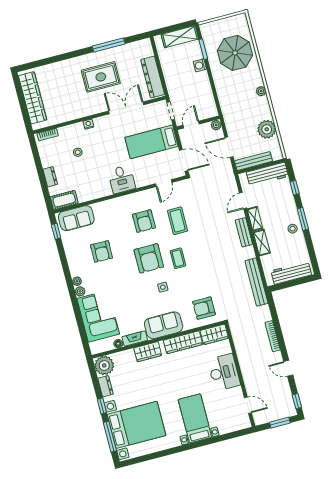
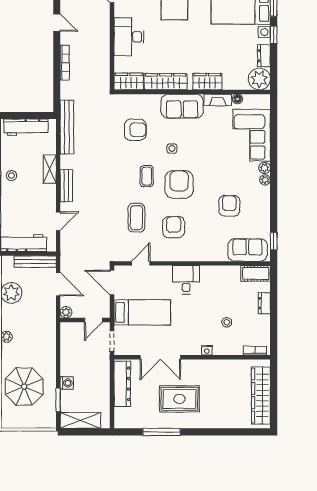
shelving: (255, 219) -> (50, 198), removed
armchair: (204, 308) -> (135, 130), moved

